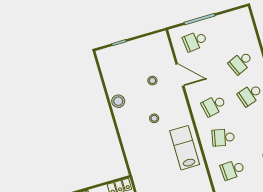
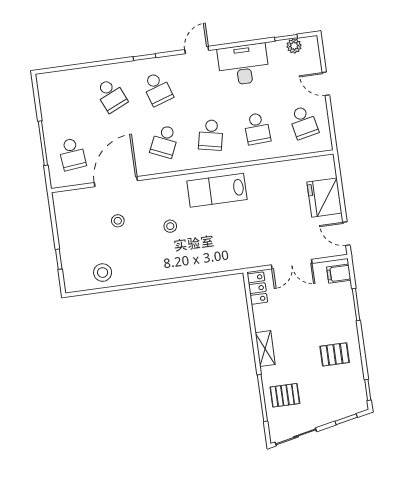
door: (180, 75) -> (116, 182), width x1.36
stool: (118, 101) -> (103, 273), moved
school desk: (214, 105) -> (165, 141), turned 36

